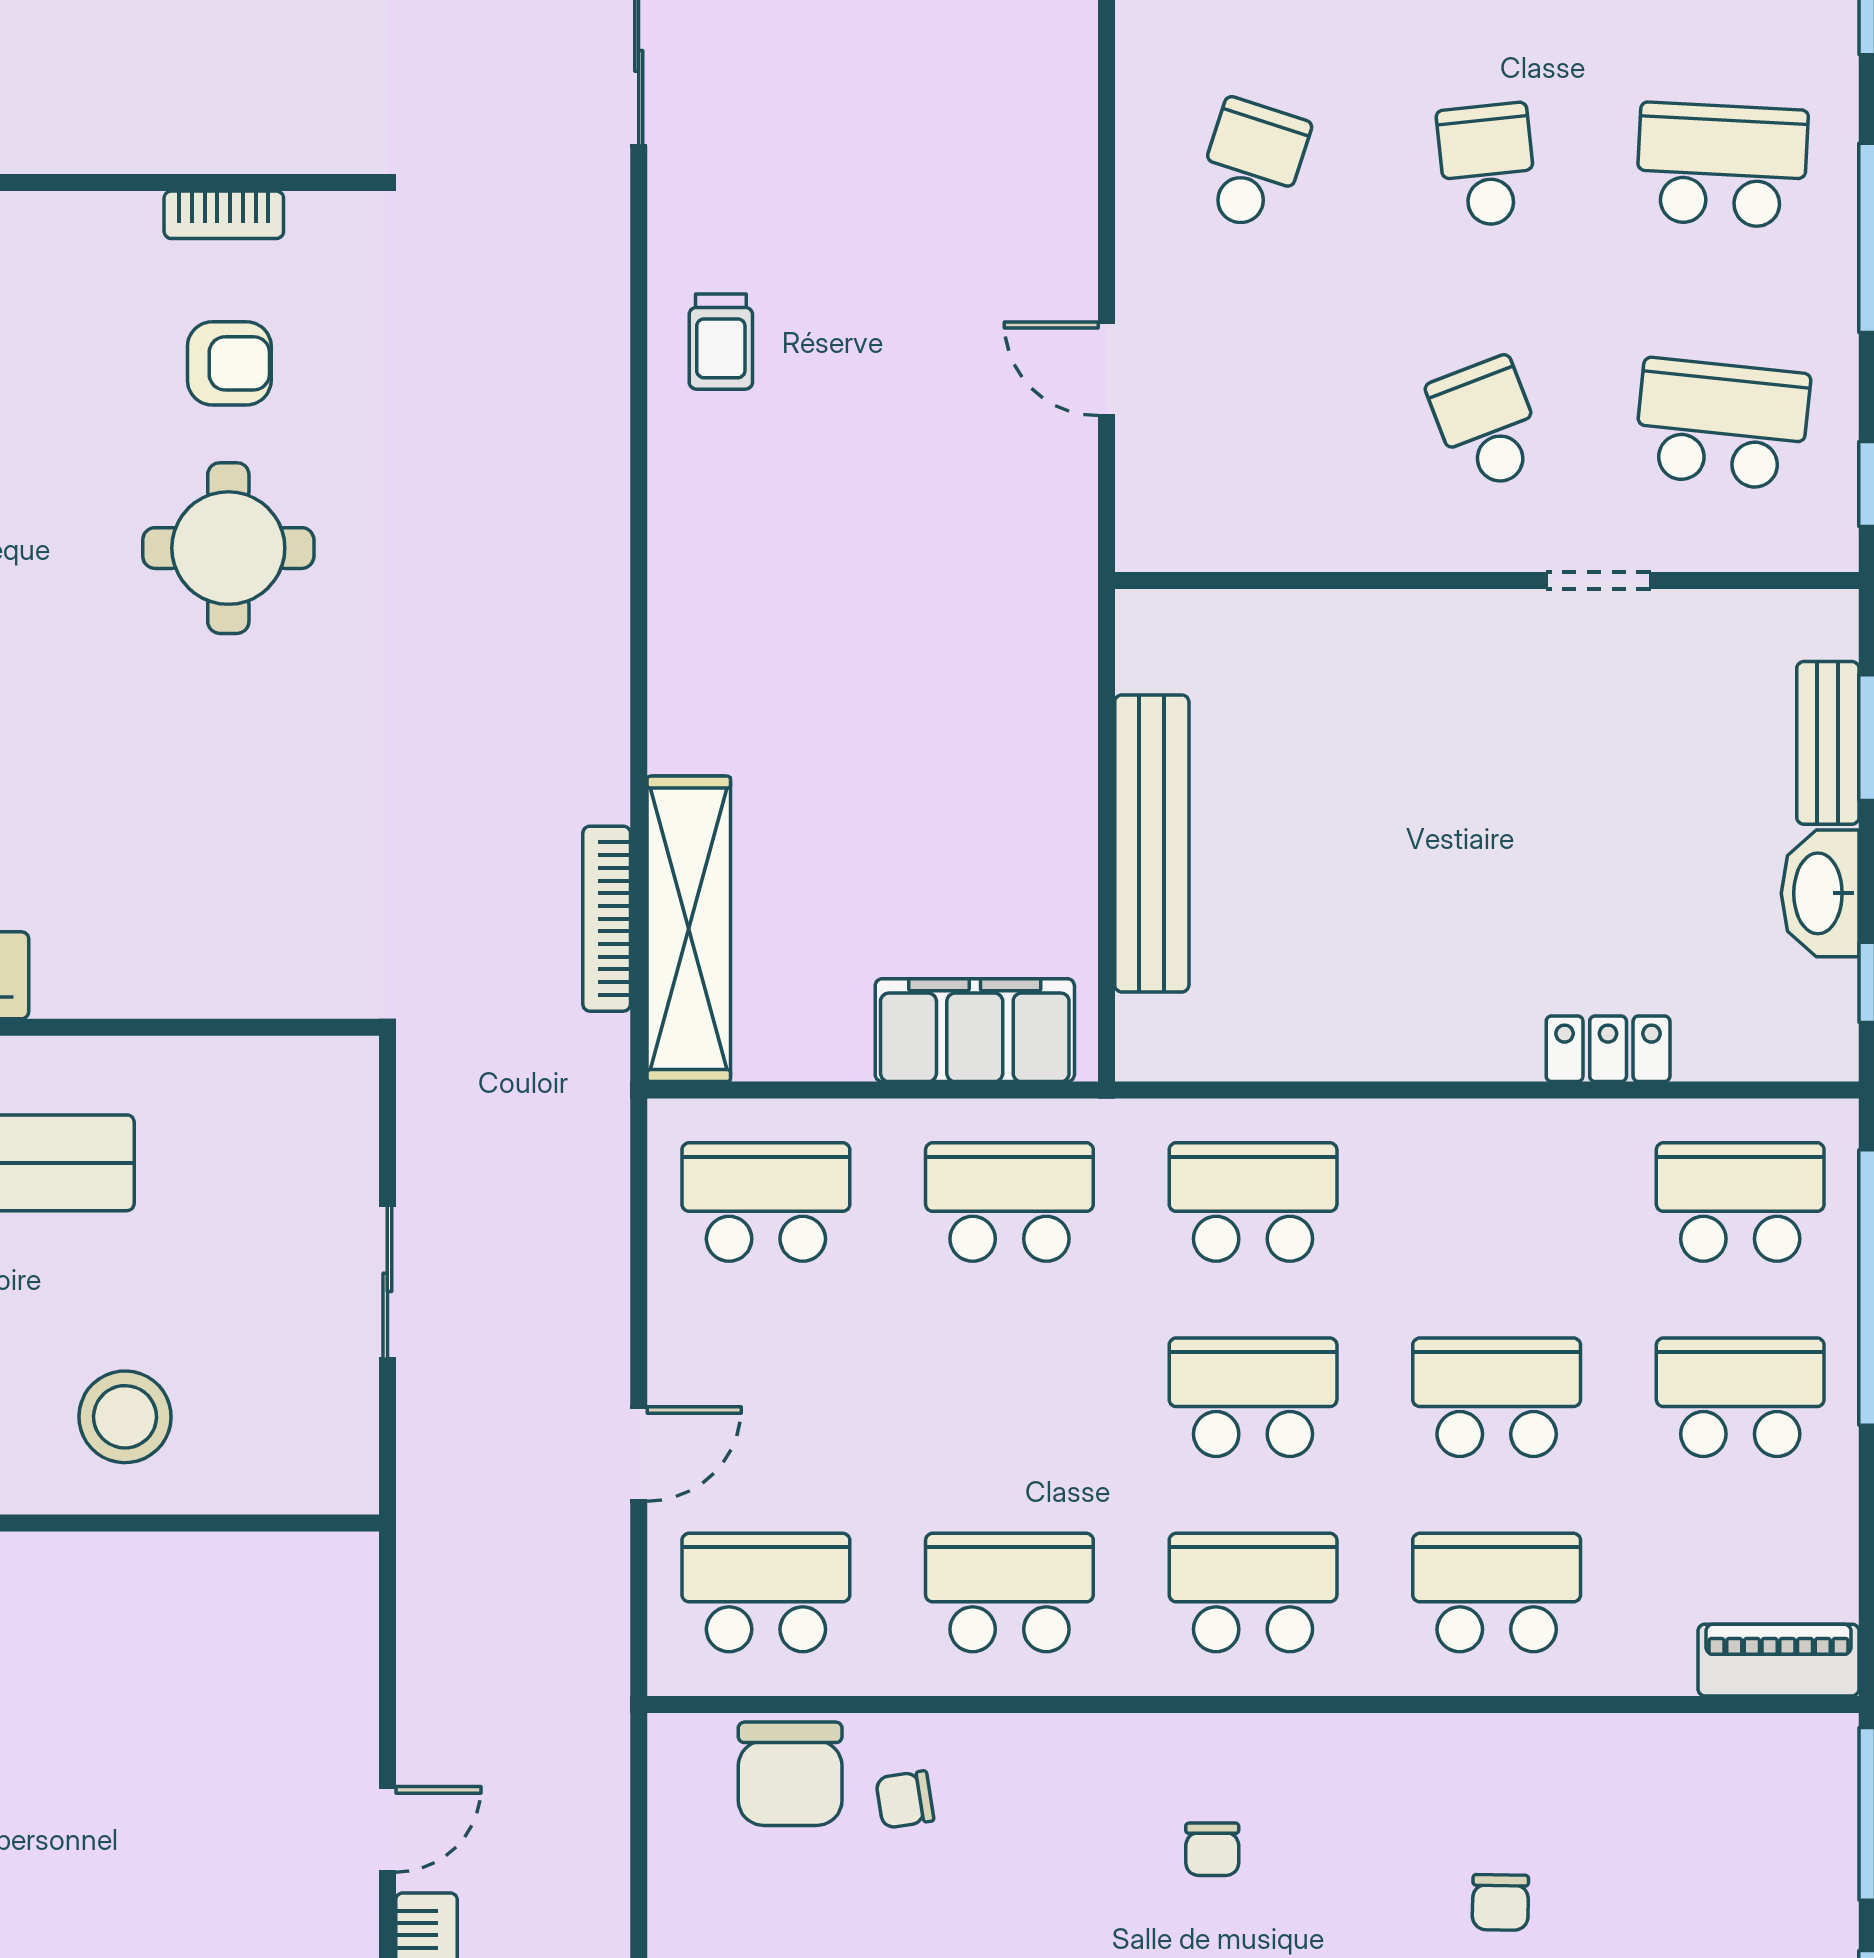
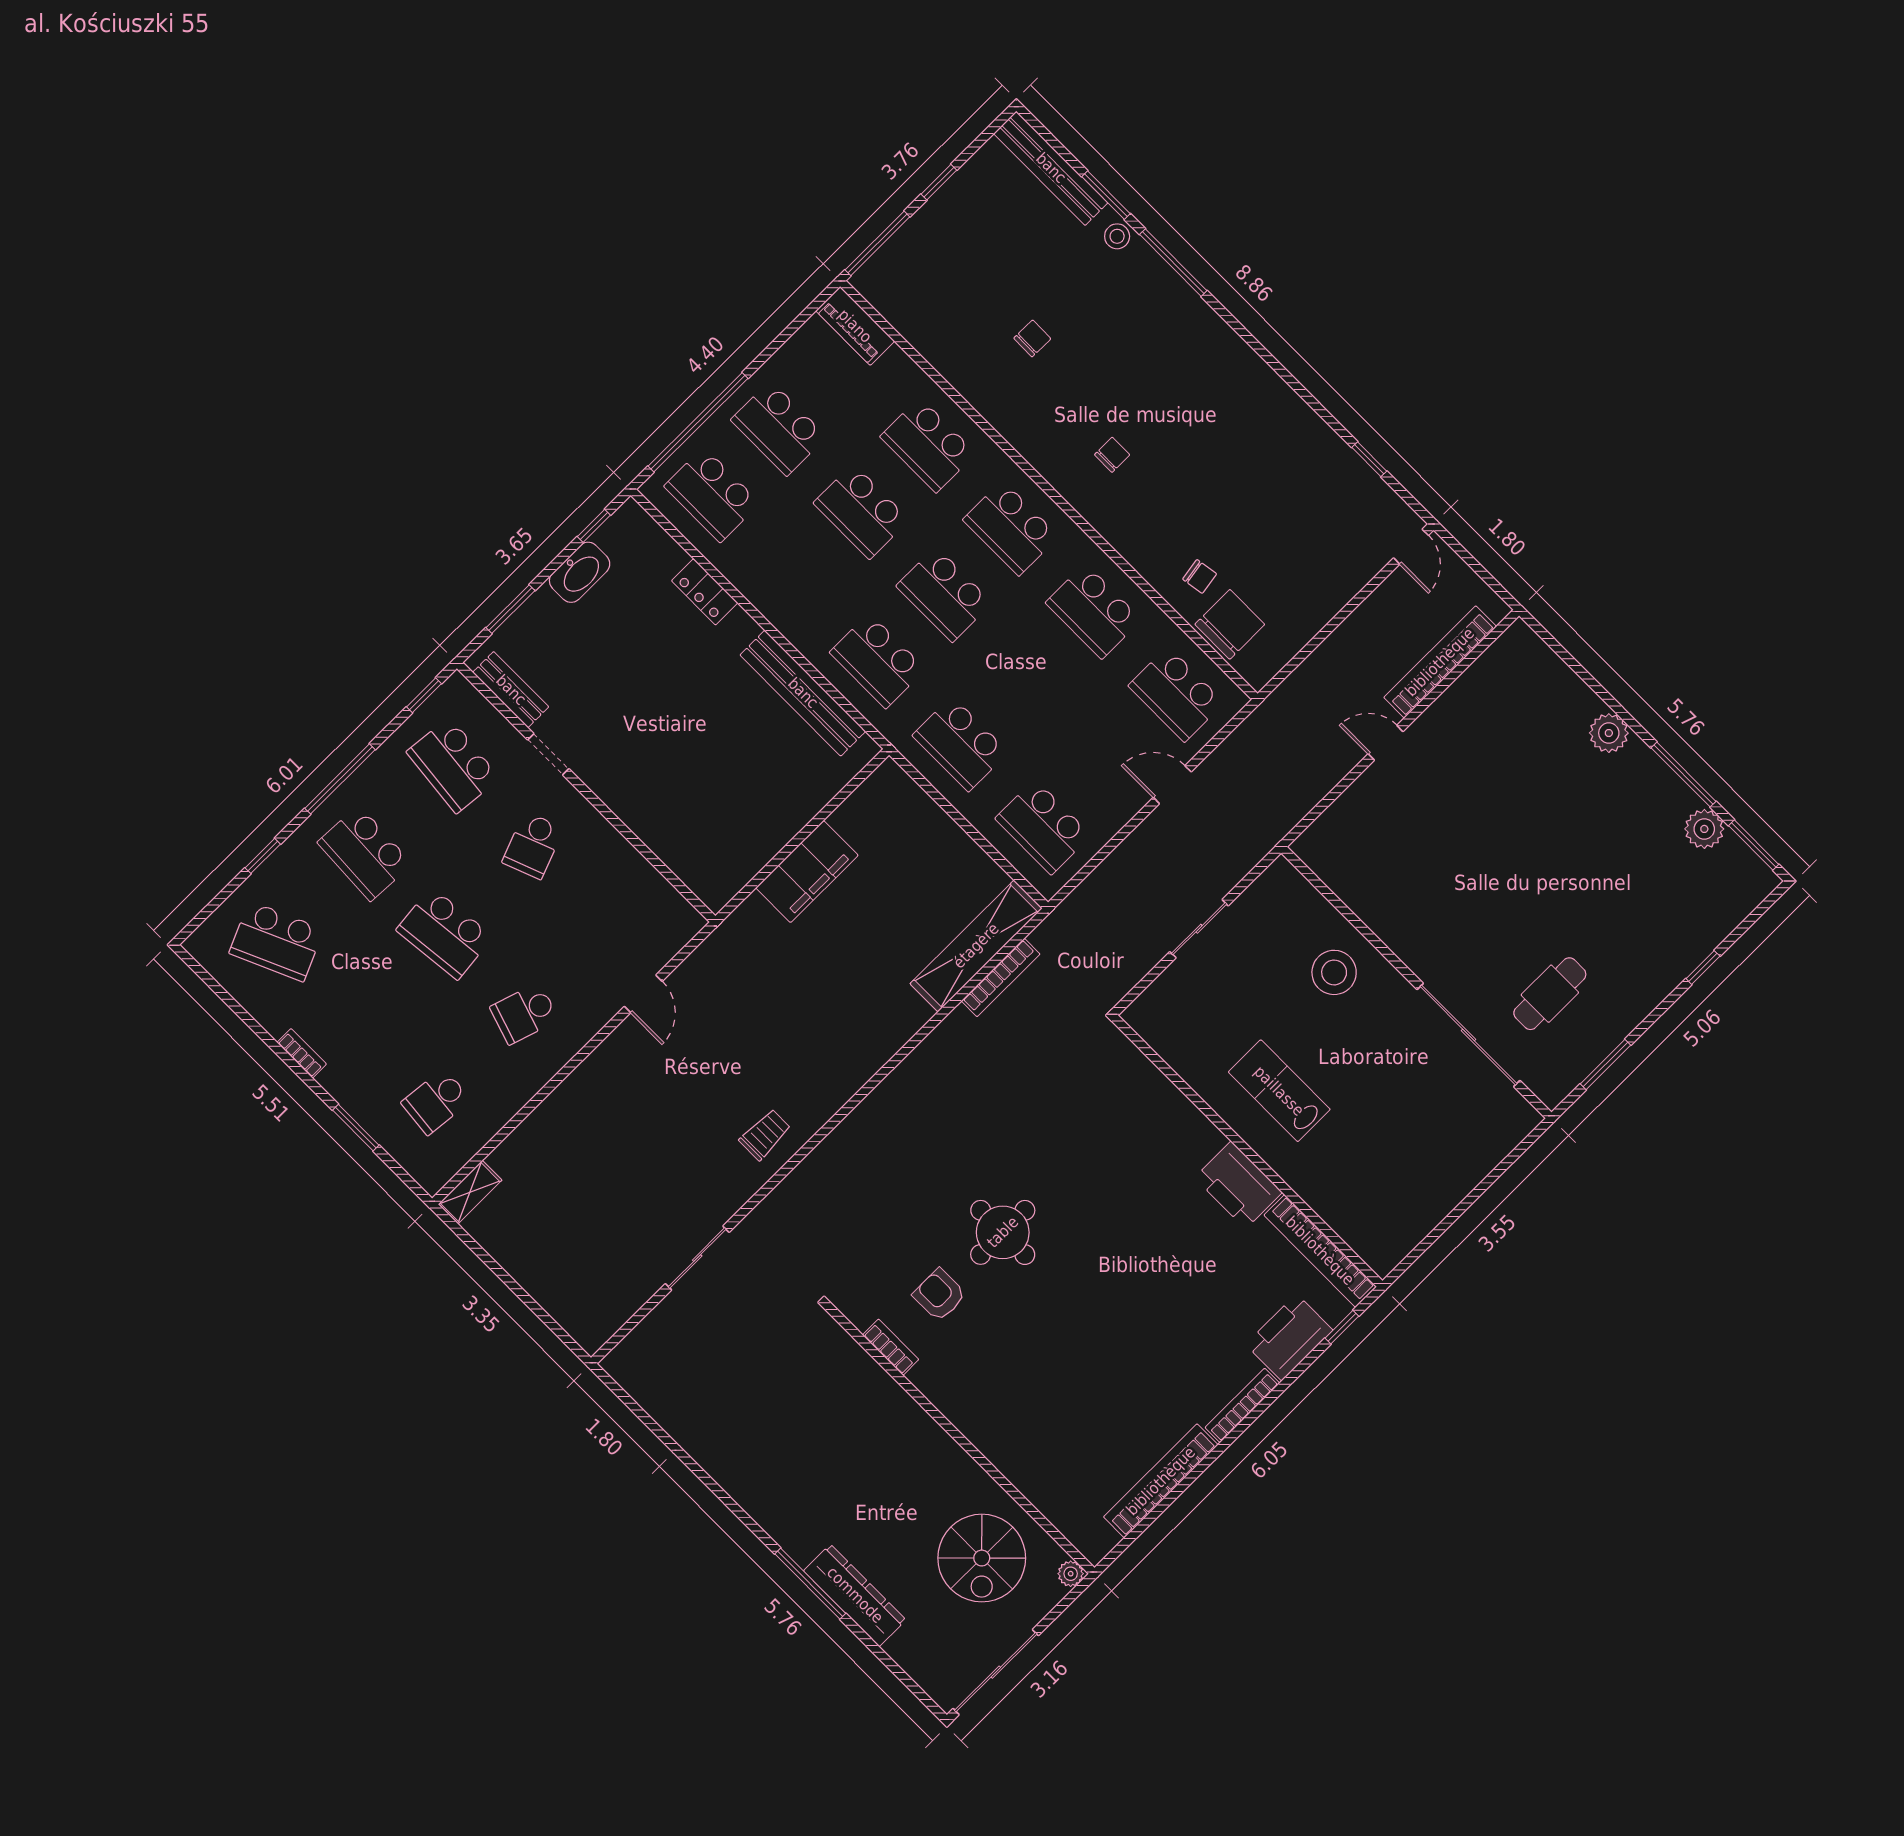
school desk: (1487, 165) -> (444, 933), width x1.85
bench: (1828, 743) -> (511, 690), moved, turned 90
bench: (1152, 843) -> (803, 693), moved, turned 90
filing cabinet: (975, 1030) -> (807, 871), moved, turned -90

